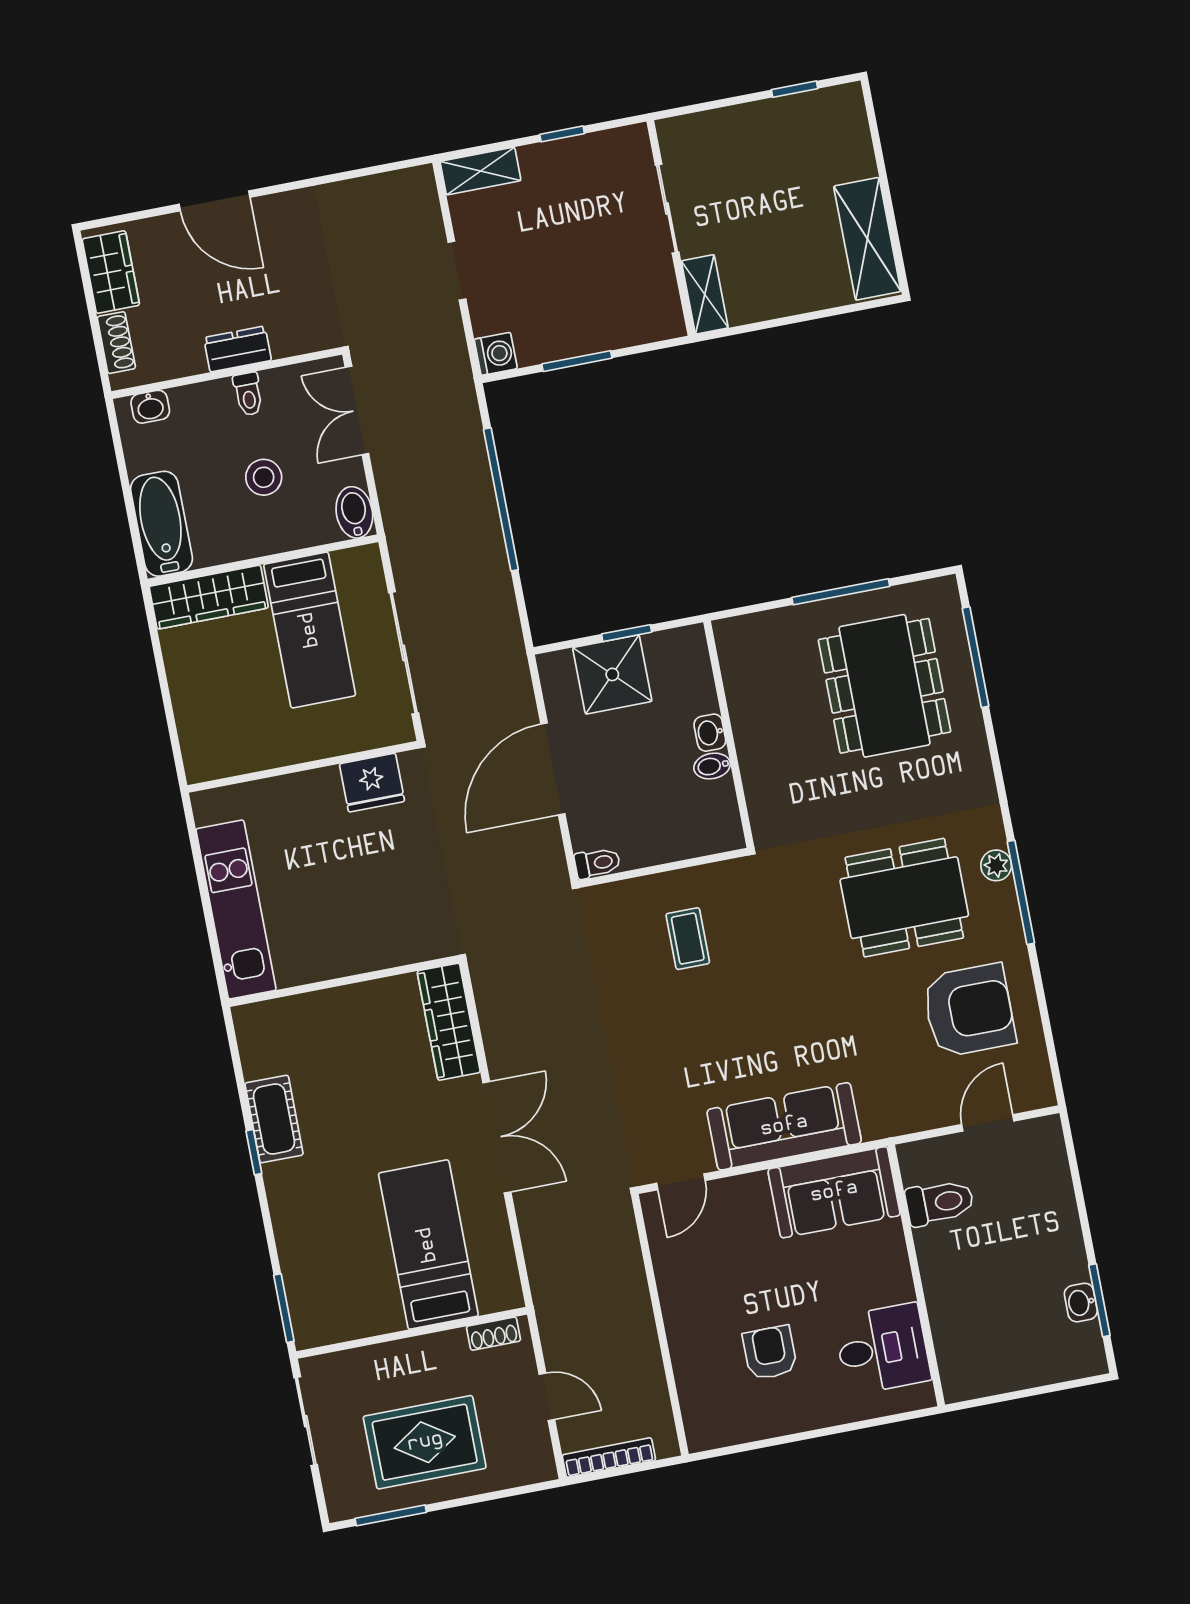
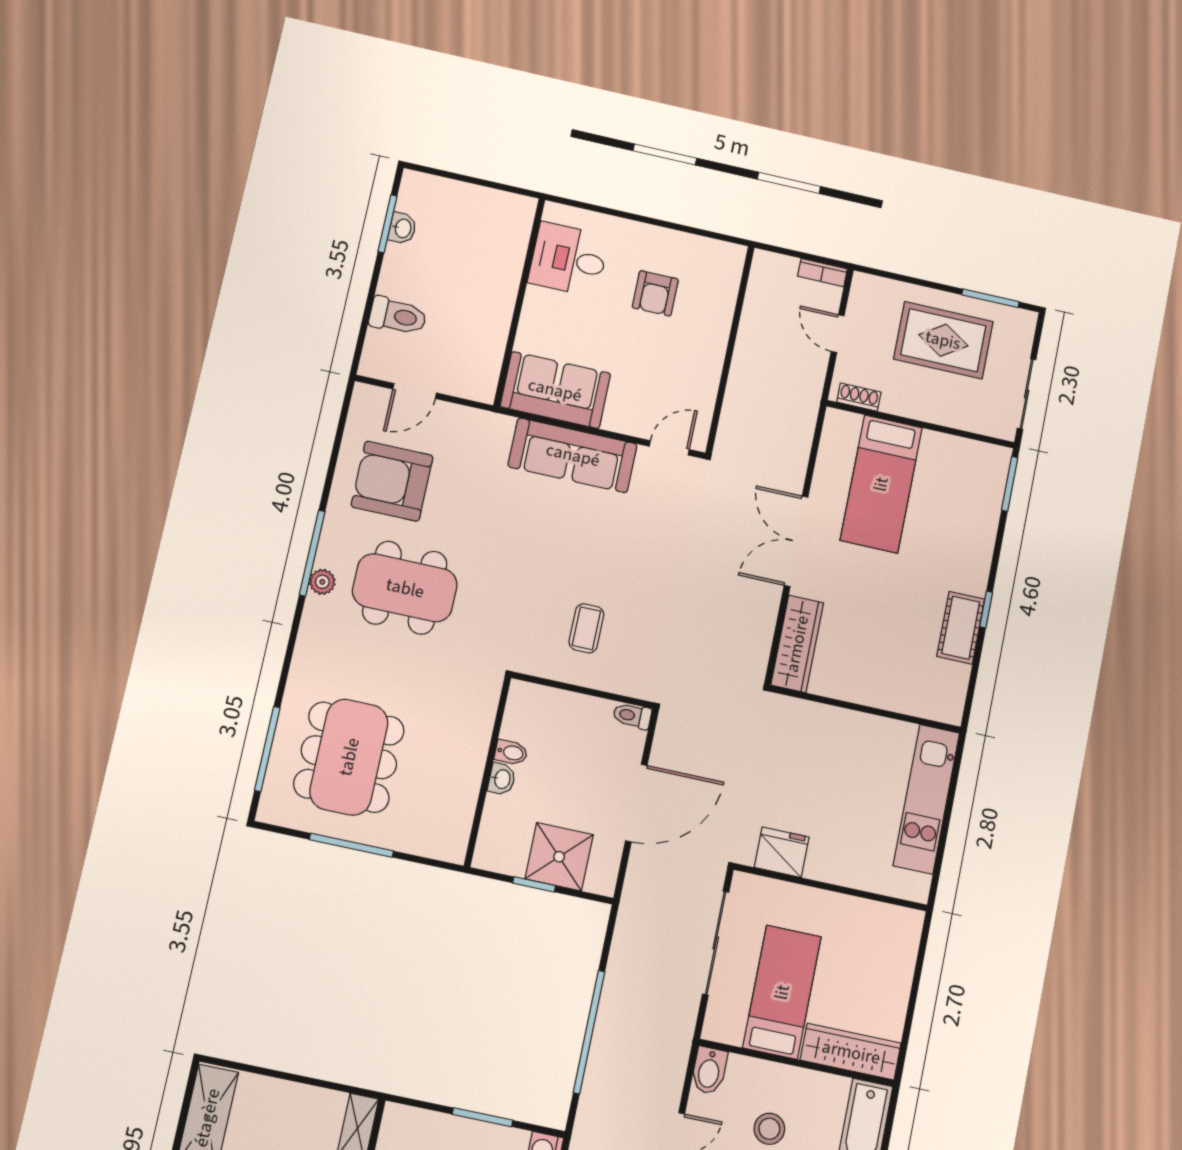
toilet: (940, 1203) -> (398, 316), moved, turned 180
bookcase: (609, 1458) -> (822, 273), width x0.64

